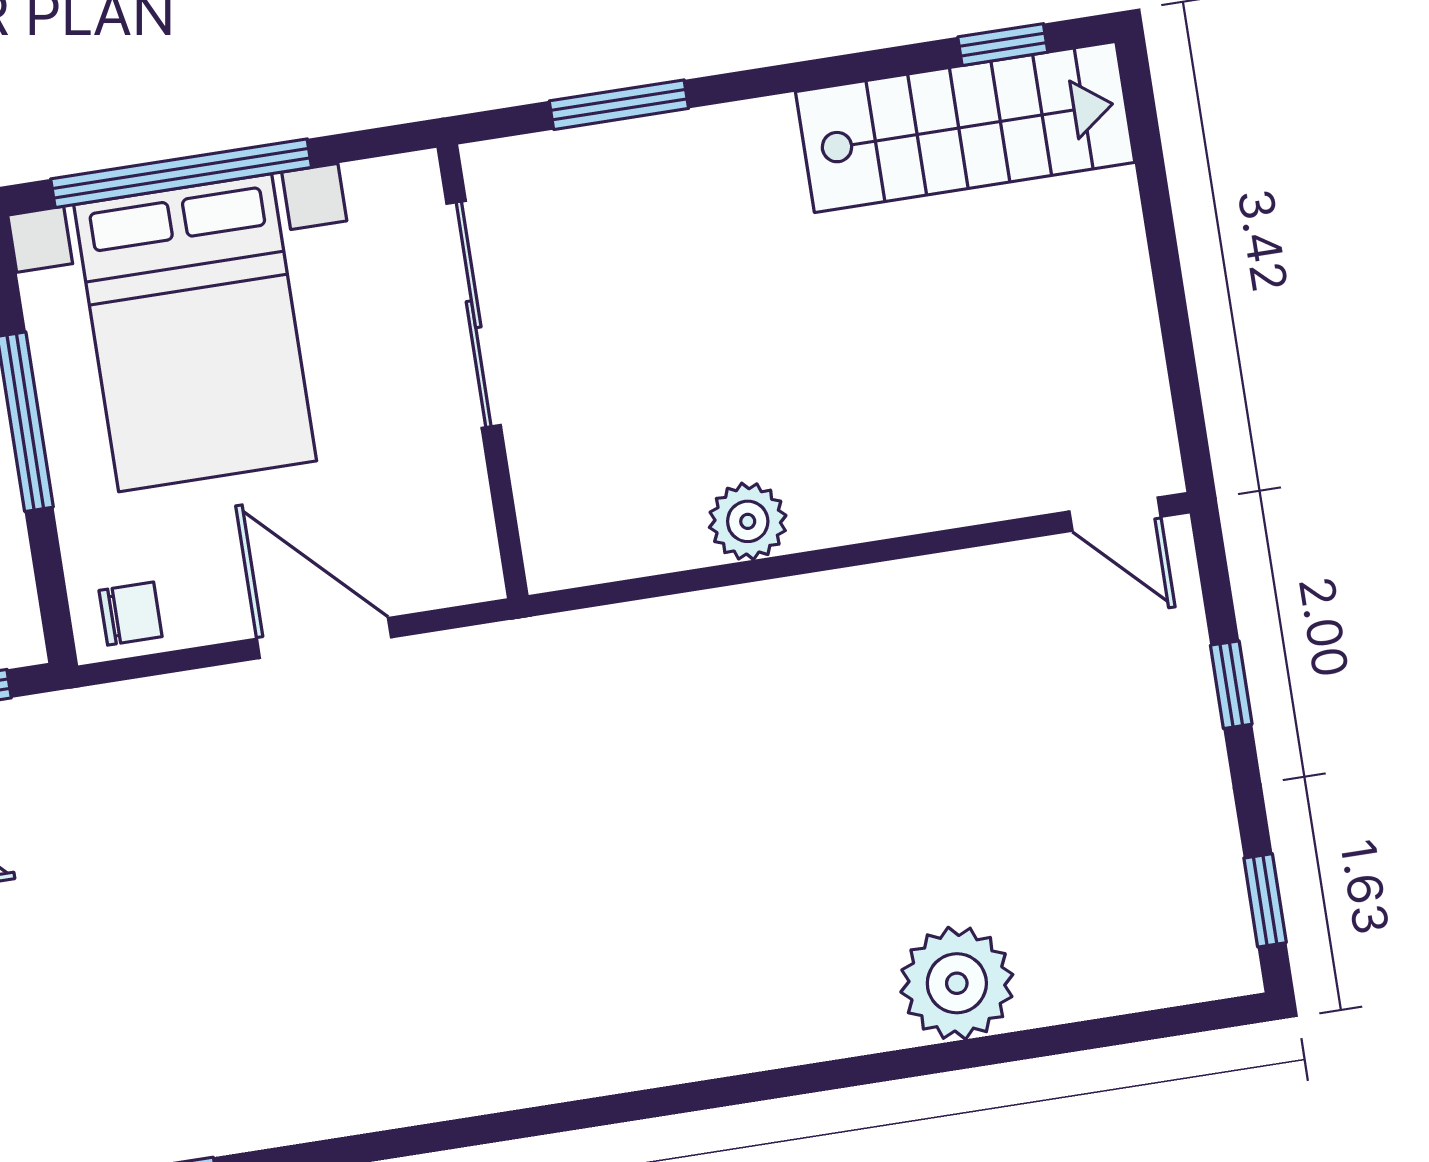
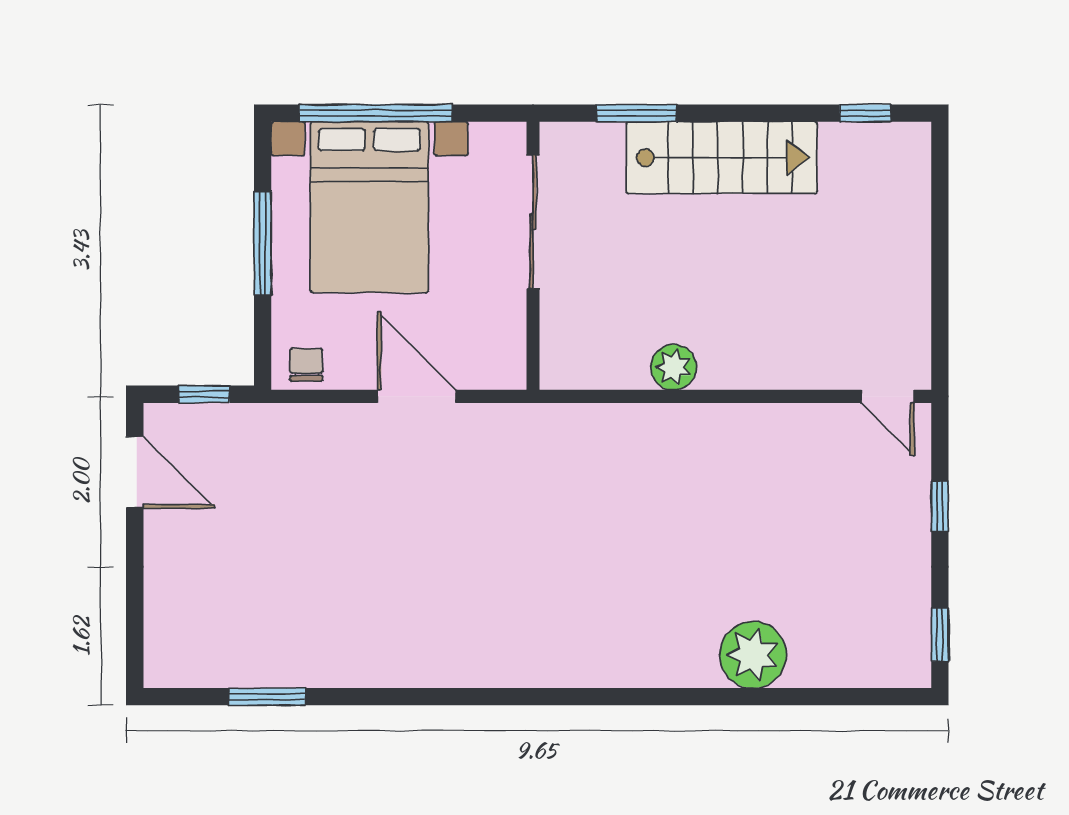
stairs: (965, 127) -> (722, 158), moved
chair: (131, 614) -> (306, 365), turned -90

